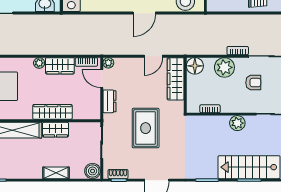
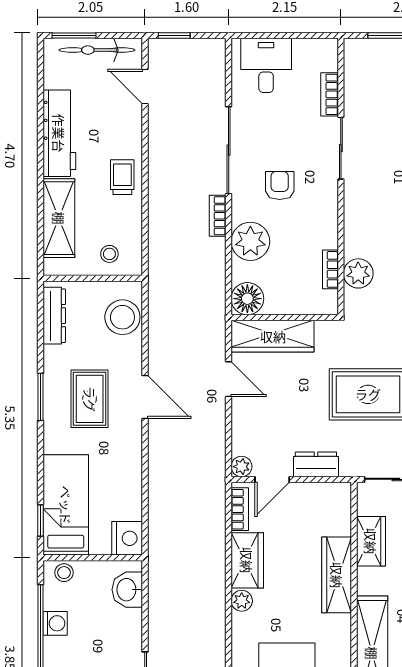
plant: (237, 123) -> (358, 273), moved
wardrobe: (56, 130) -> (371, 541), moved

